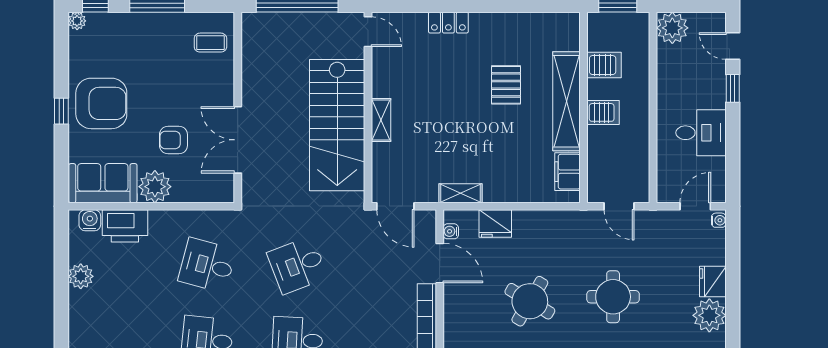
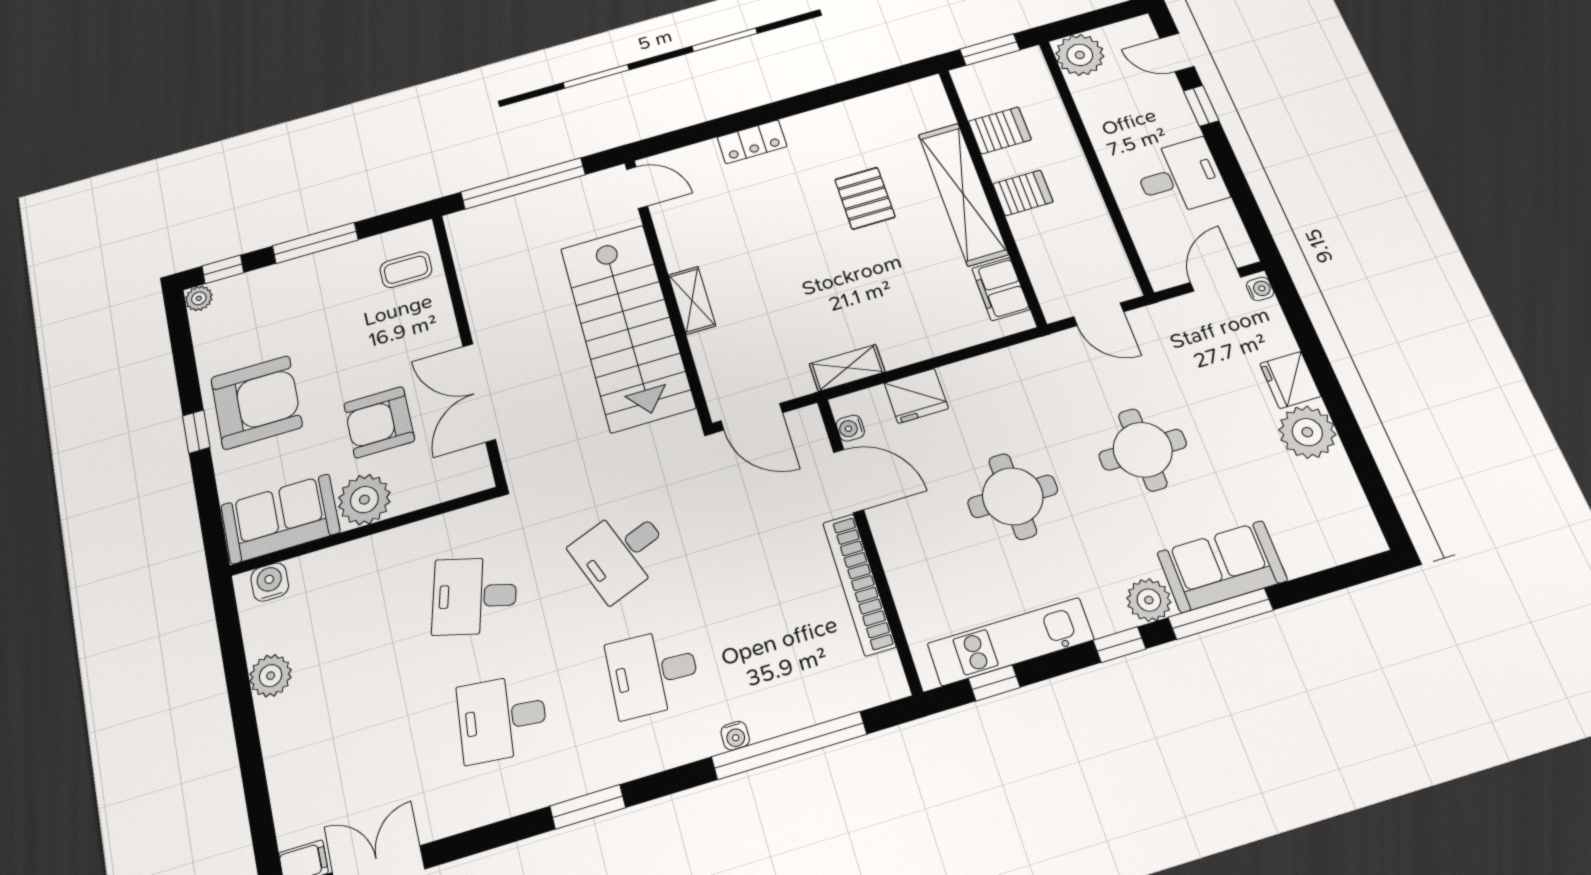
armchair: (173, 140) -> (379, 422), width x1.38, depth x1.38
printer: (125, 226) -> (328, 574), removed
round table: (530, 301) -> (1013, 496), turned -31

